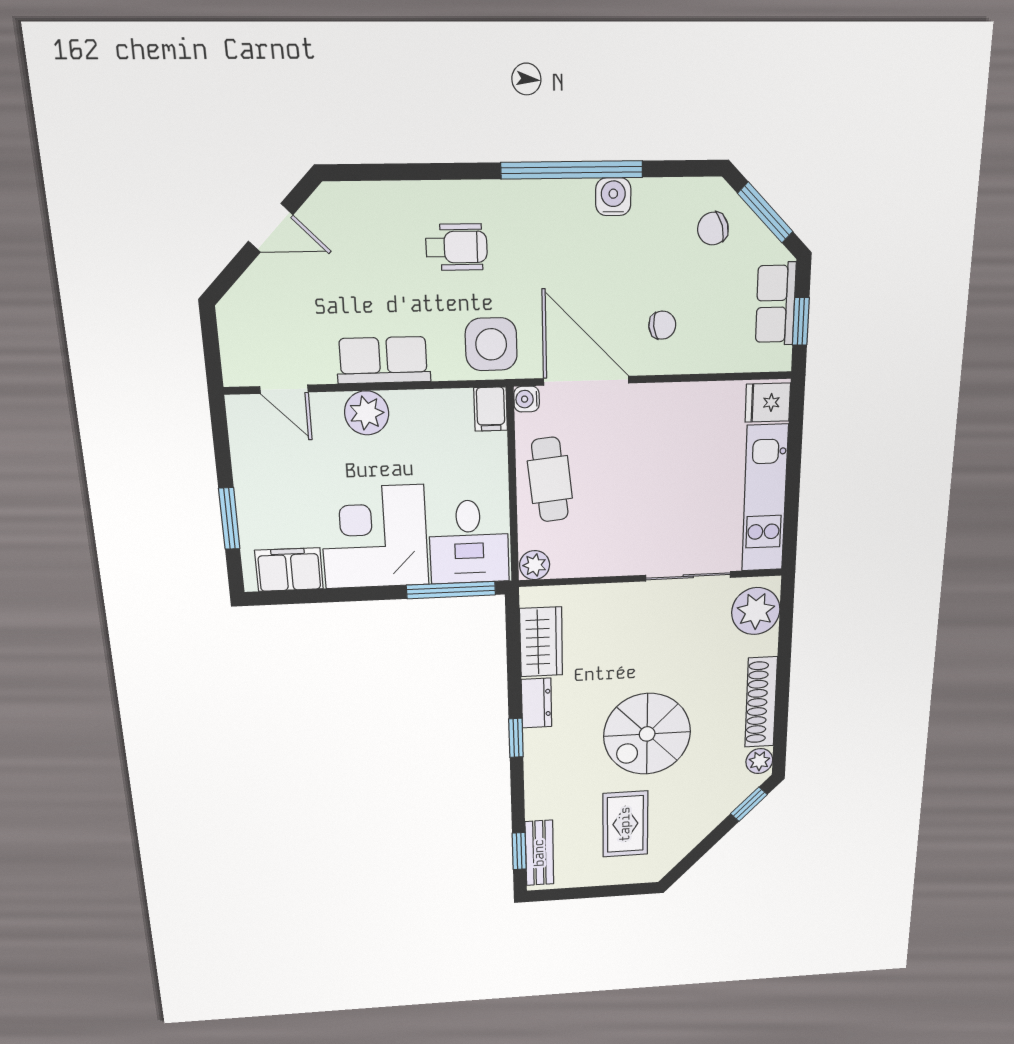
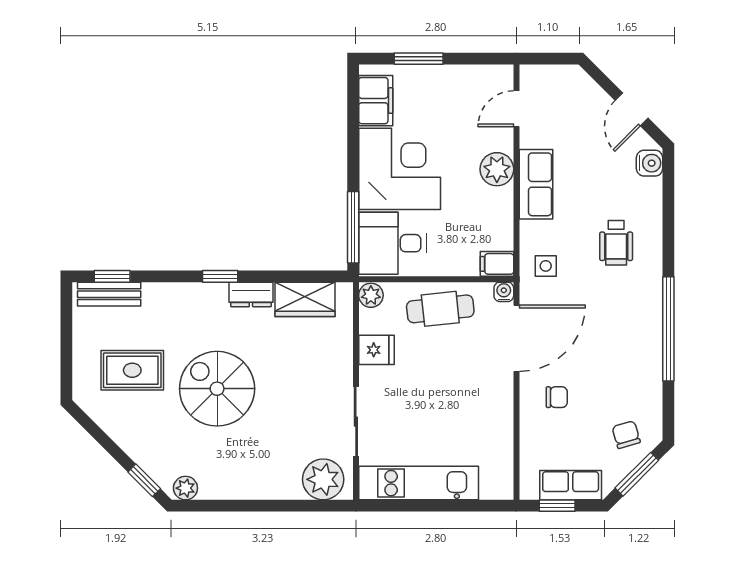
water cooler: (613, 197) -> (650, 163), moved
chair: (662, 325) -> (557, 397), turned -84
side table: (491, 344) -> (546, 266), width x0.54, depth x0.54
fridge: (768, 403) -> (376, 350), moved, turned 90
shoe rack: (761, 702) -> (241, 487), removed

